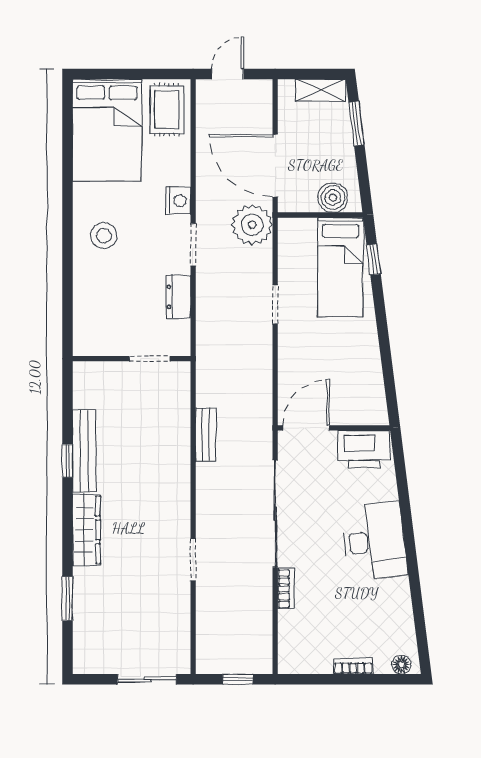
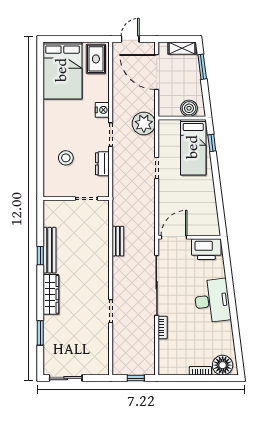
door: (275, 166) -> (157, 72), moved
stool: (104, 236) -> (66, 158), moved
floor lamp: (401, 665) -> (223, 365), width x1.89, depth x1.89
sliding door: (147, 679) -> (66, 378), moved

